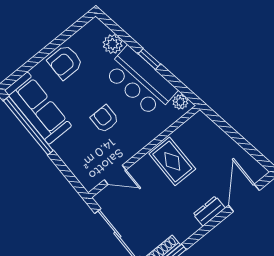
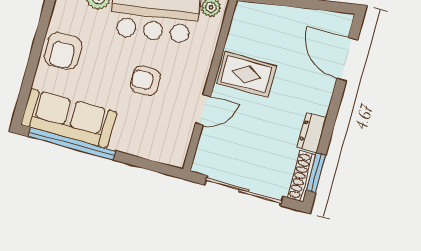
door: (115, 175) -> (203, 110), moved
dresser: (209, 211) -> (312, 133), moved

